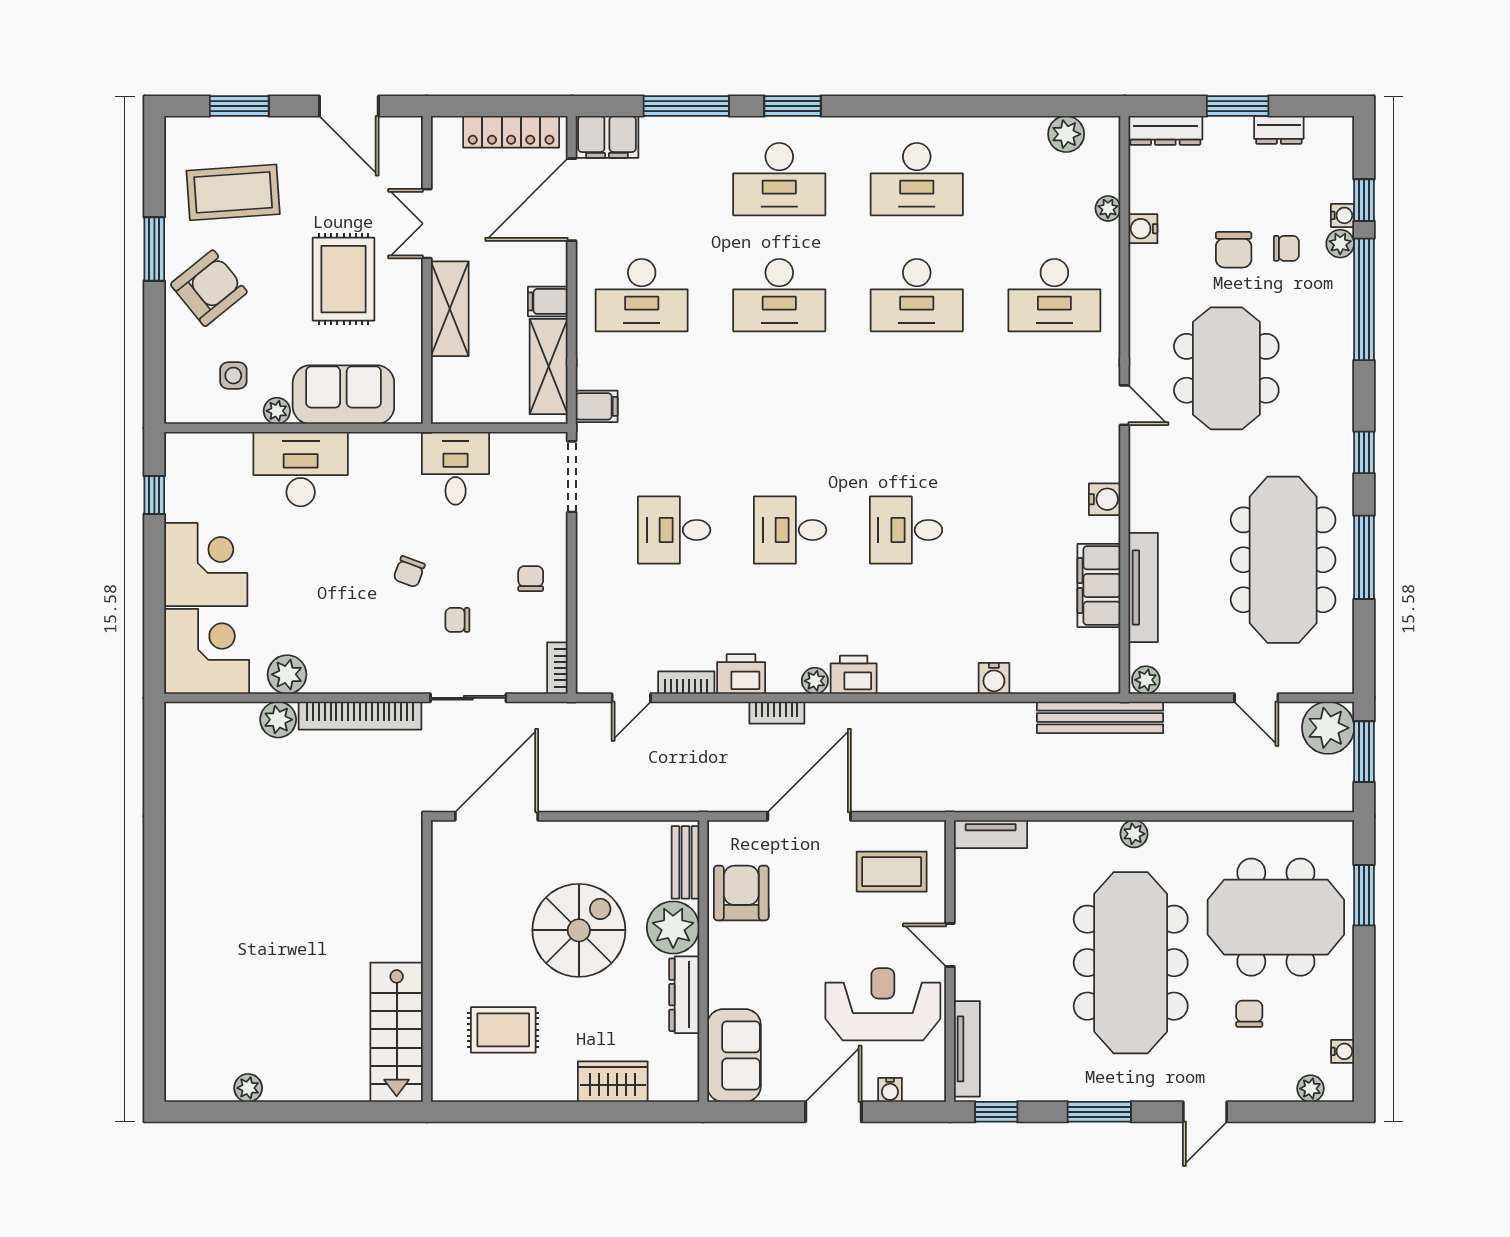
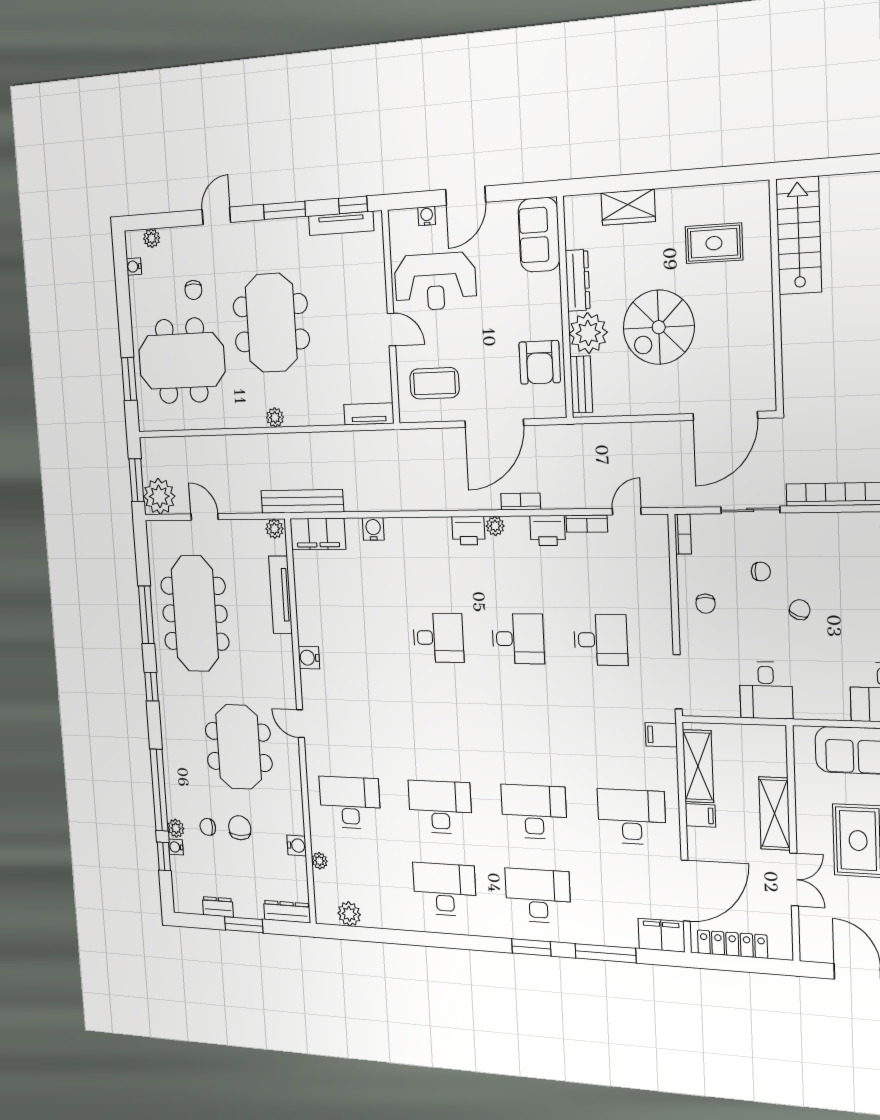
filing cabinet: (1099, 586) -> (318, 534), moved, turned 90
meeting table: (1131, 963) -> (271, 323), width x0.73
tv unit: (967, 1049) -> (341, 223), moved, turned -90

